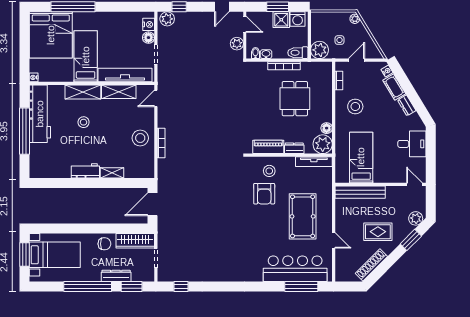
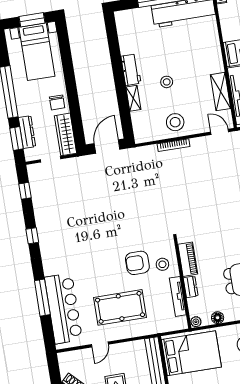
shelving: (83, 92) -> (214, 54), removed
stool: (83, 122) -> (167, 82), moved
plant: (323, 144) -> (196, 322), width x0.53, depth x0.53
bed: (361, 157) -> (191, 353), width x1.50
tv unit: (314, 162) -> (178, 296), moved
door: (152, 204) -> (107, 146), hinge flipped
dresser: (116, 276) -> (27, 132), moved
window: (224, 287) -> (32, 236), added
window: (301, 287) -> (42, 298), moved

